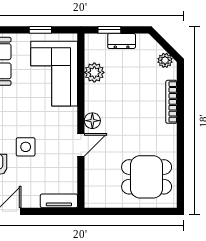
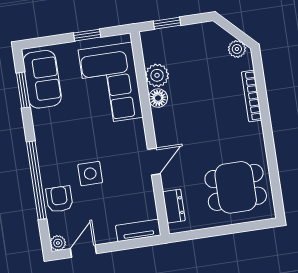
dresser: (122, 41) -> (174, 206), moved, turned -90
floor lamp: (92, 121) -> (158, 98), moved

